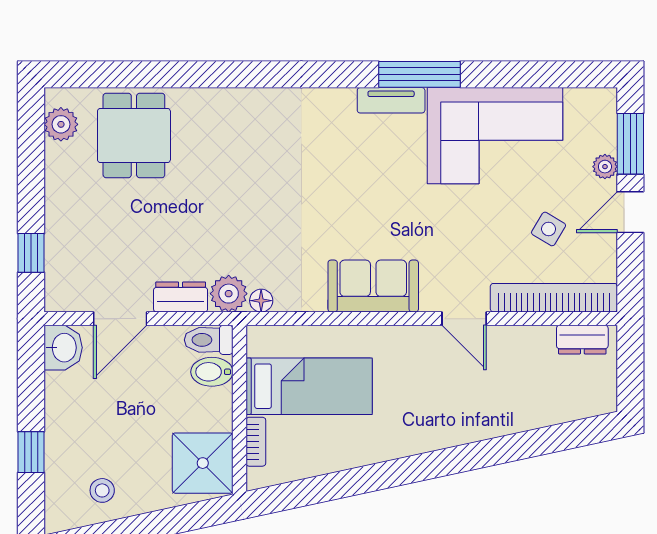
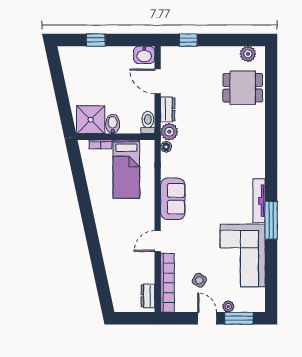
tv unit: (391, 100) -> (259, 201), width x1.41
bidet: (212, 372) -> (113, 124), moved
stool: (102, 490) -> (78, 73), removed

